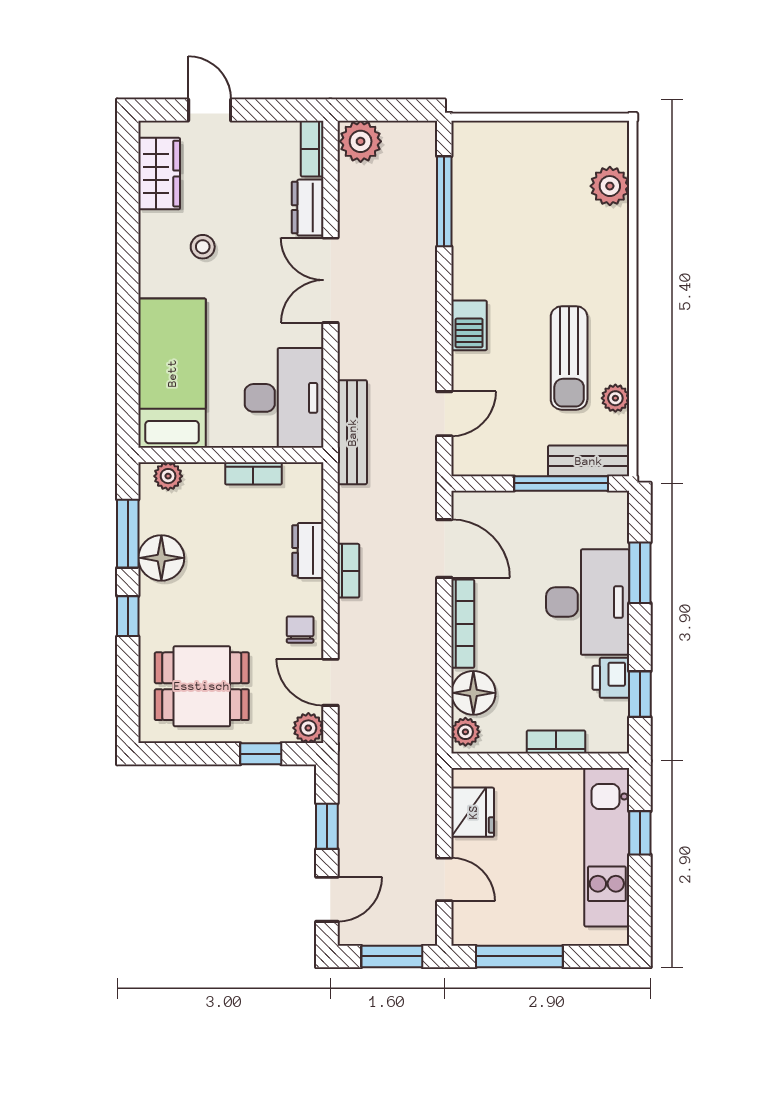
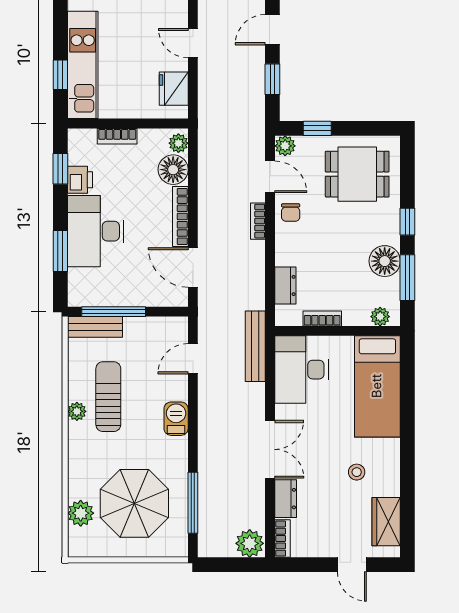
parasol: (531, 200) -> (134, 503), added
plant: (615, 398) -> (77, 411), moved
dresser: (308, 550) -> (285, 285), moved
bookcase: (348, 571) -> (258, 221), moved

